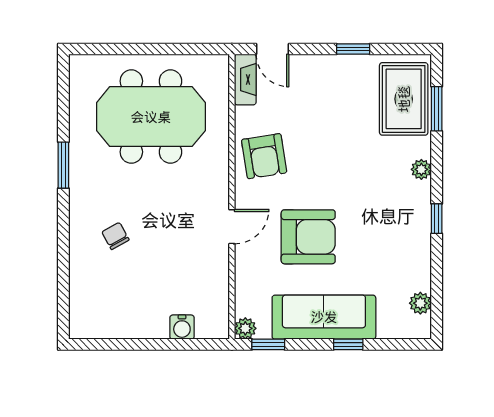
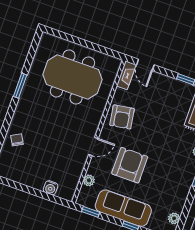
chair: (115, 236) -> (17, 140), moved
armchair: (308, 237) -> (130, 165), turned -90
plant: (245, 328) -> (89, 180), moved

